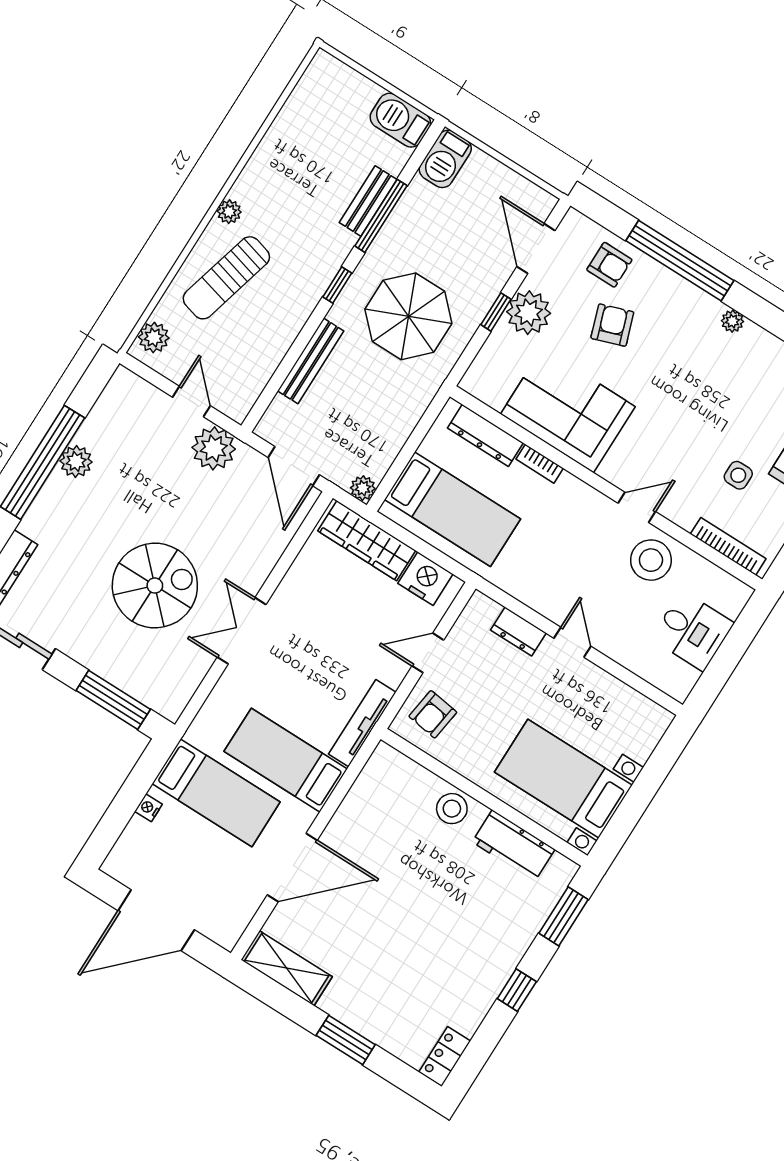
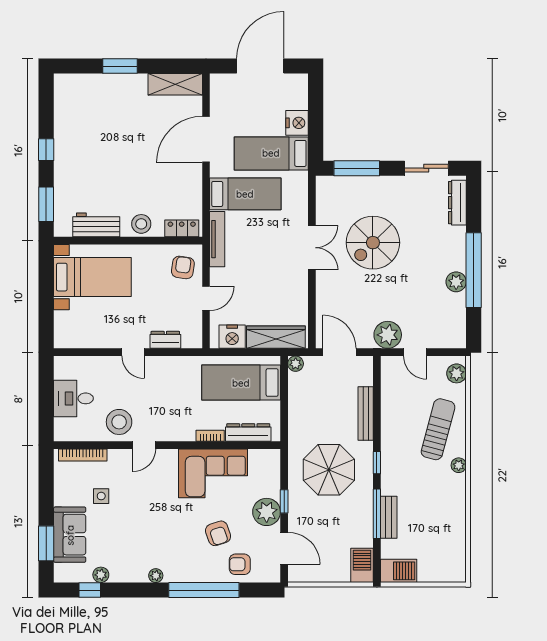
nightstand: (148, 808) -> (297, 123), width x1.89, depth x1.79
locker: (445, 1057) -> (182, 228), moved, turned -90

